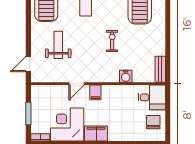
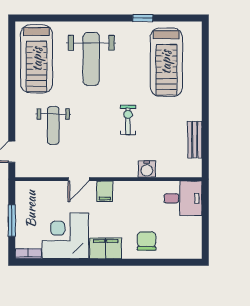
weight bench: (58, 45) -> (53, 125), turned 180
bench: (160, 69) -> (195, 140), moved
chair: (153, 122) -> (147, 241), moved

